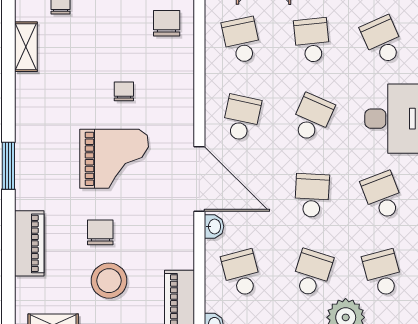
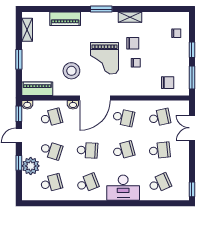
shelving: (26, 47) -> (130, 17), moved
school desk: (312, 118) -> (123, 150), turned -39
chair: (100, 232) -> (133, 43), moved
stool: (109, 281) -> (71, 71), moved

